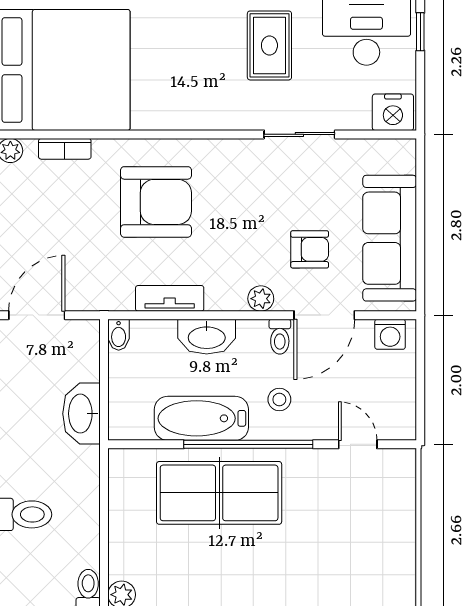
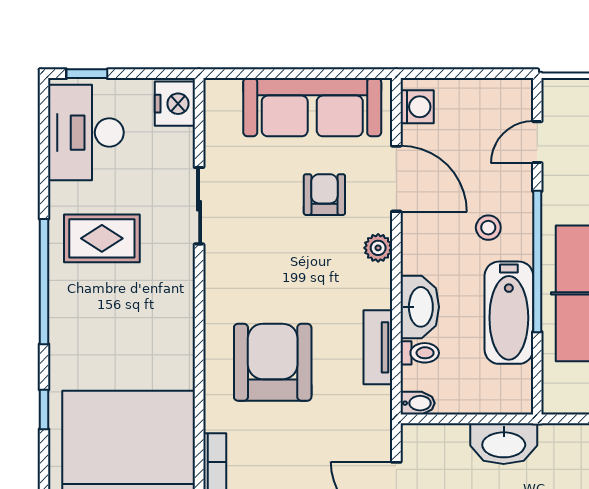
toilet: (280, 337) -> (420, 353), moved

